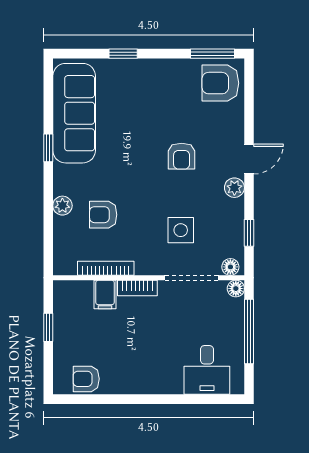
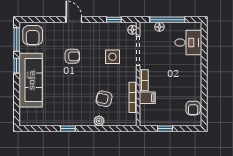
window: (123, 54) -> (17, 66), moved
sofa: (74, 113) -> (31, 80), moved, turned 90
plant: (234, 188) -> (89, 28), removed
armchair: (103, 215) -> (104, 99), turned 102
floor lamp: (236, 289) -> (159, 27), moved

